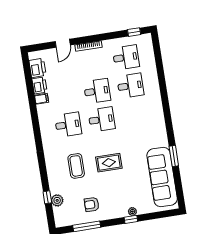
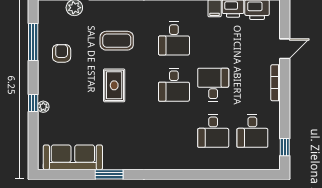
door: (63, 43) -> (285, 49), swing flipped
desk: (97, 91) -> (213, 85), turned 180
sofa: (162, 177) -> (73, 157), width x0.74, depth x0.79

